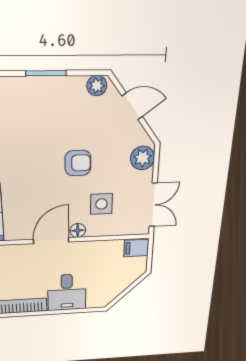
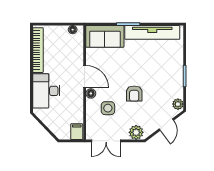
desk: (67, 292) -> (46, 91), width x1.37

